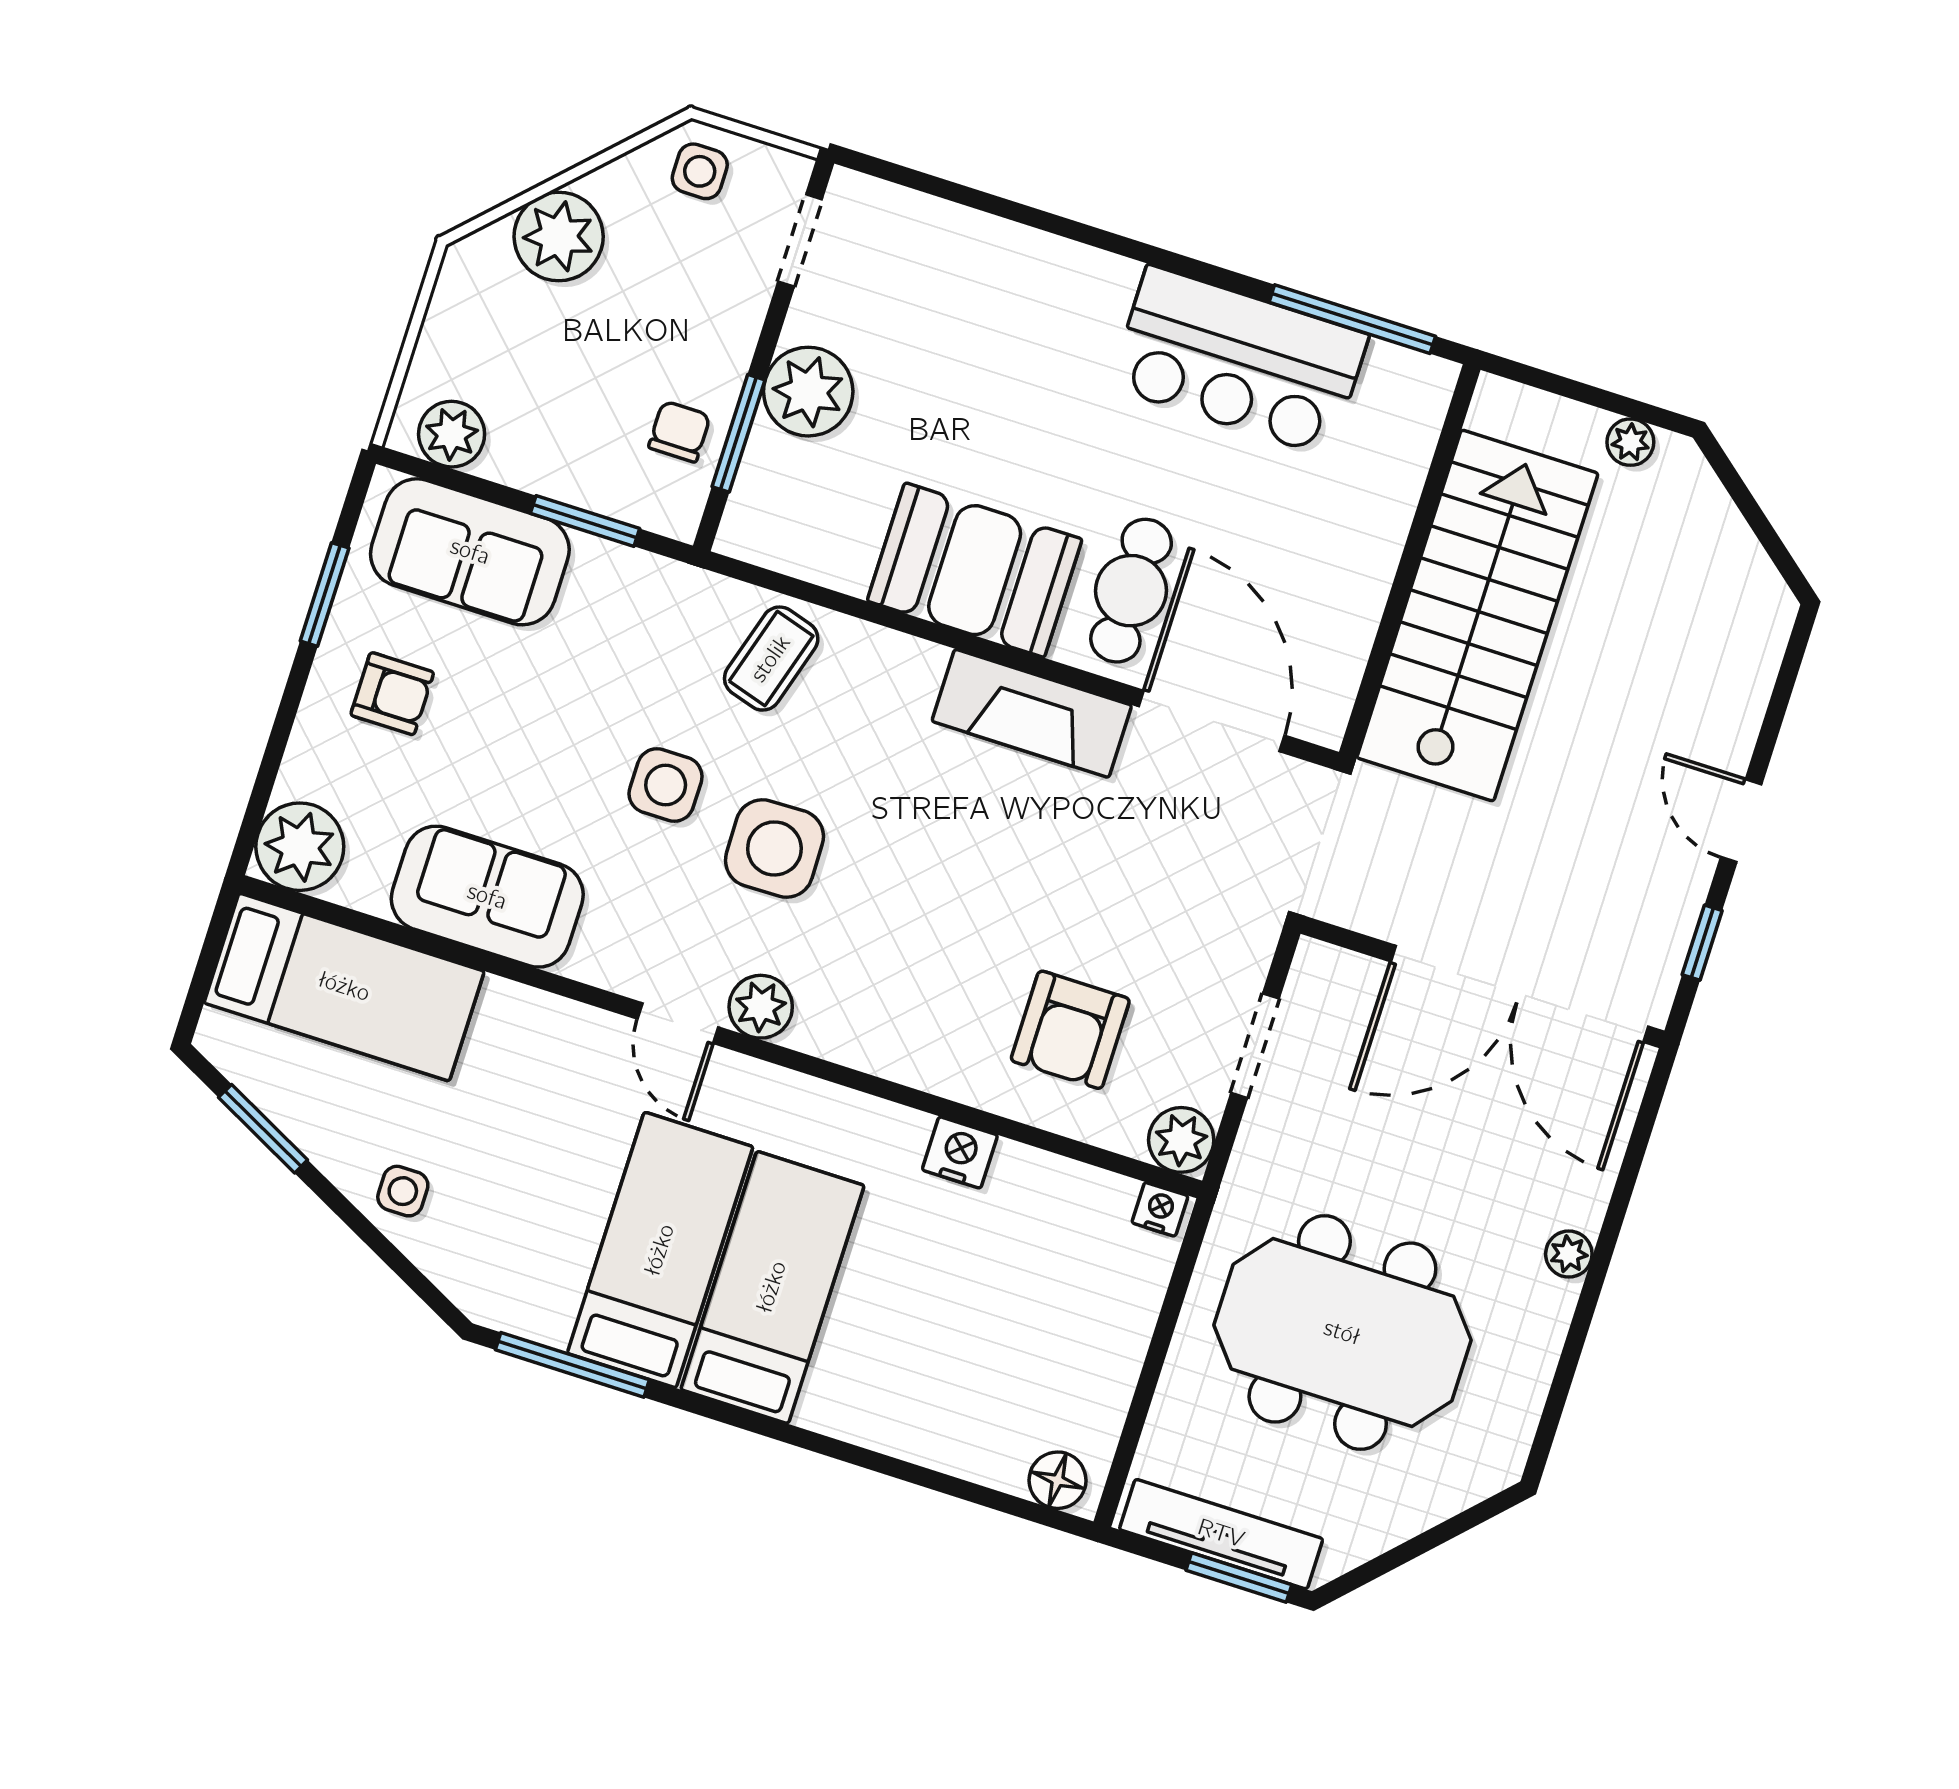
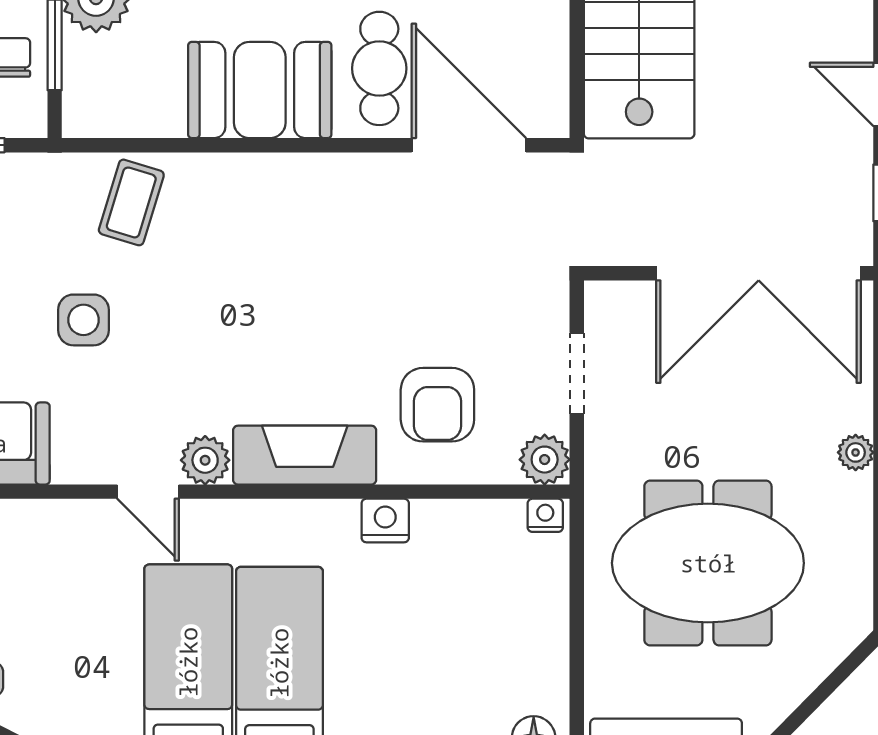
fireplace: (1032, 713) -> (305, 455), moved, turned 180
side table: (774, 848) -> (178, 341), removed

